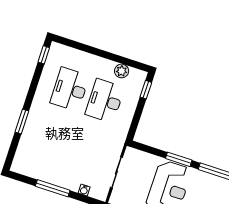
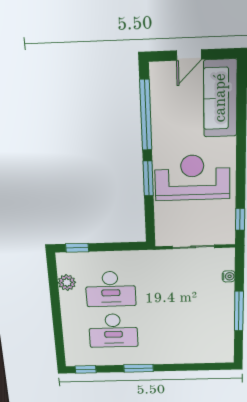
window: (22, 122) -> (139, 368), moved

